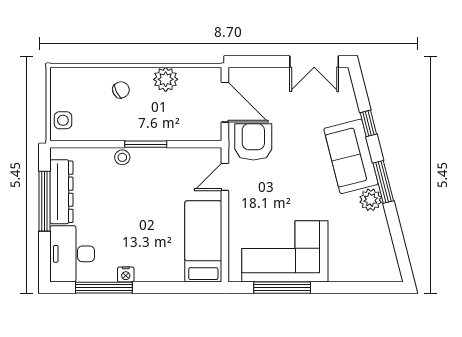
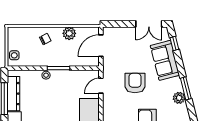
door: (225, 102) -> (101, 46), swing flipped
window: (368, 123) -> (174, 44), moved
armchair: (253, 142) -> (135, 83), moved
sofa: (351, 156) -> (165, 60), moved

